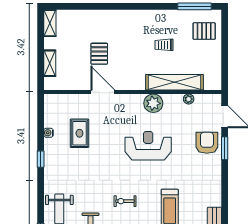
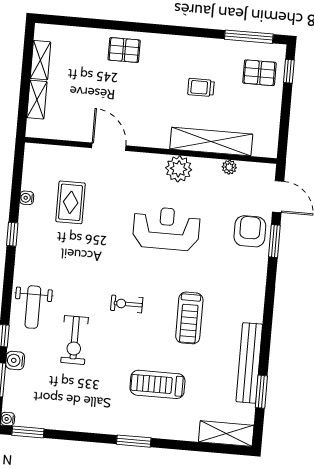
shelving: (50, 23) -> (40, 60), moved
window: (225, 28) -> (289, 71), added
pallet: (99, 54) -> (124, 50), moved, turned 90

